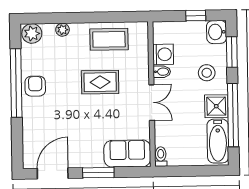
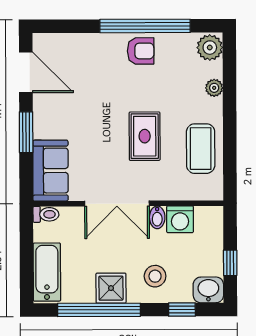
window: (232, 52) -> (182, 310), width x0.67
double door: (152, 103) -> (117, 203), width x1.37
bathtub: (218, 141) -> (47, 272), moved, turned 90

